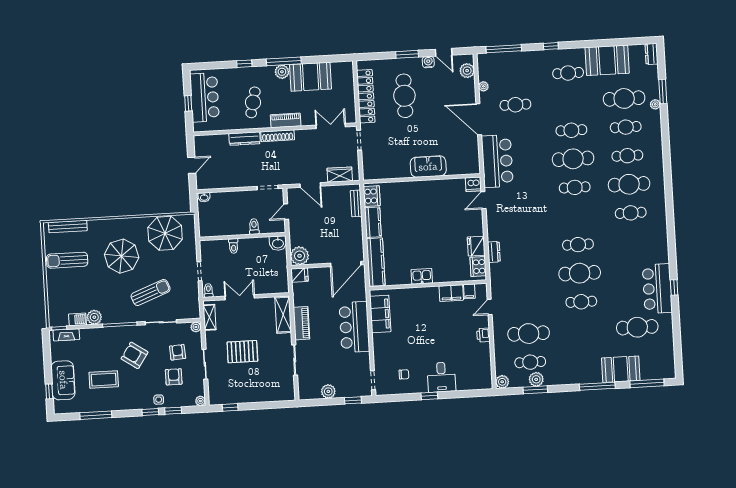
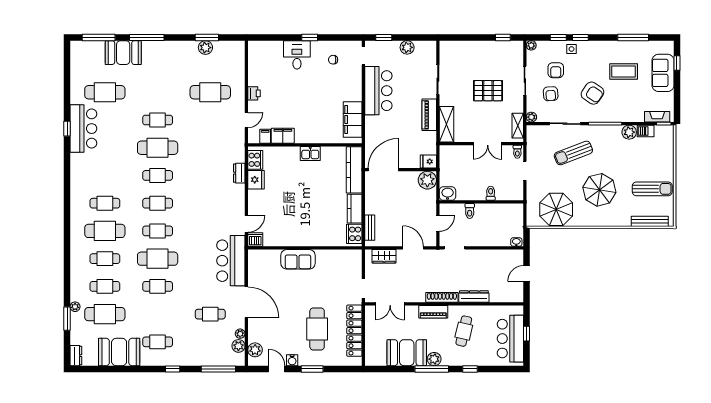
bar counter: (354, 327) -> (378, 91), moved
cafe table: (530, 362) -> (158, 203), moved
plant: (502, 382) -> (238, 346), moved

